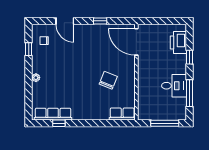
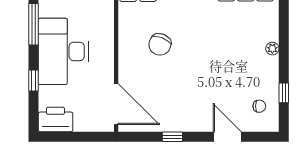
printer: (178, 42) -> (55, 119), moved, turned -90
desk: (174, 86) -> (63, 51), width x1.87, depth x1.30

